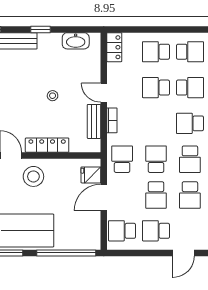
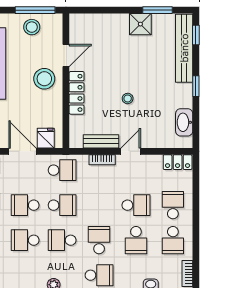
school desk: (156, 88) -> (136, 205), turned 90

